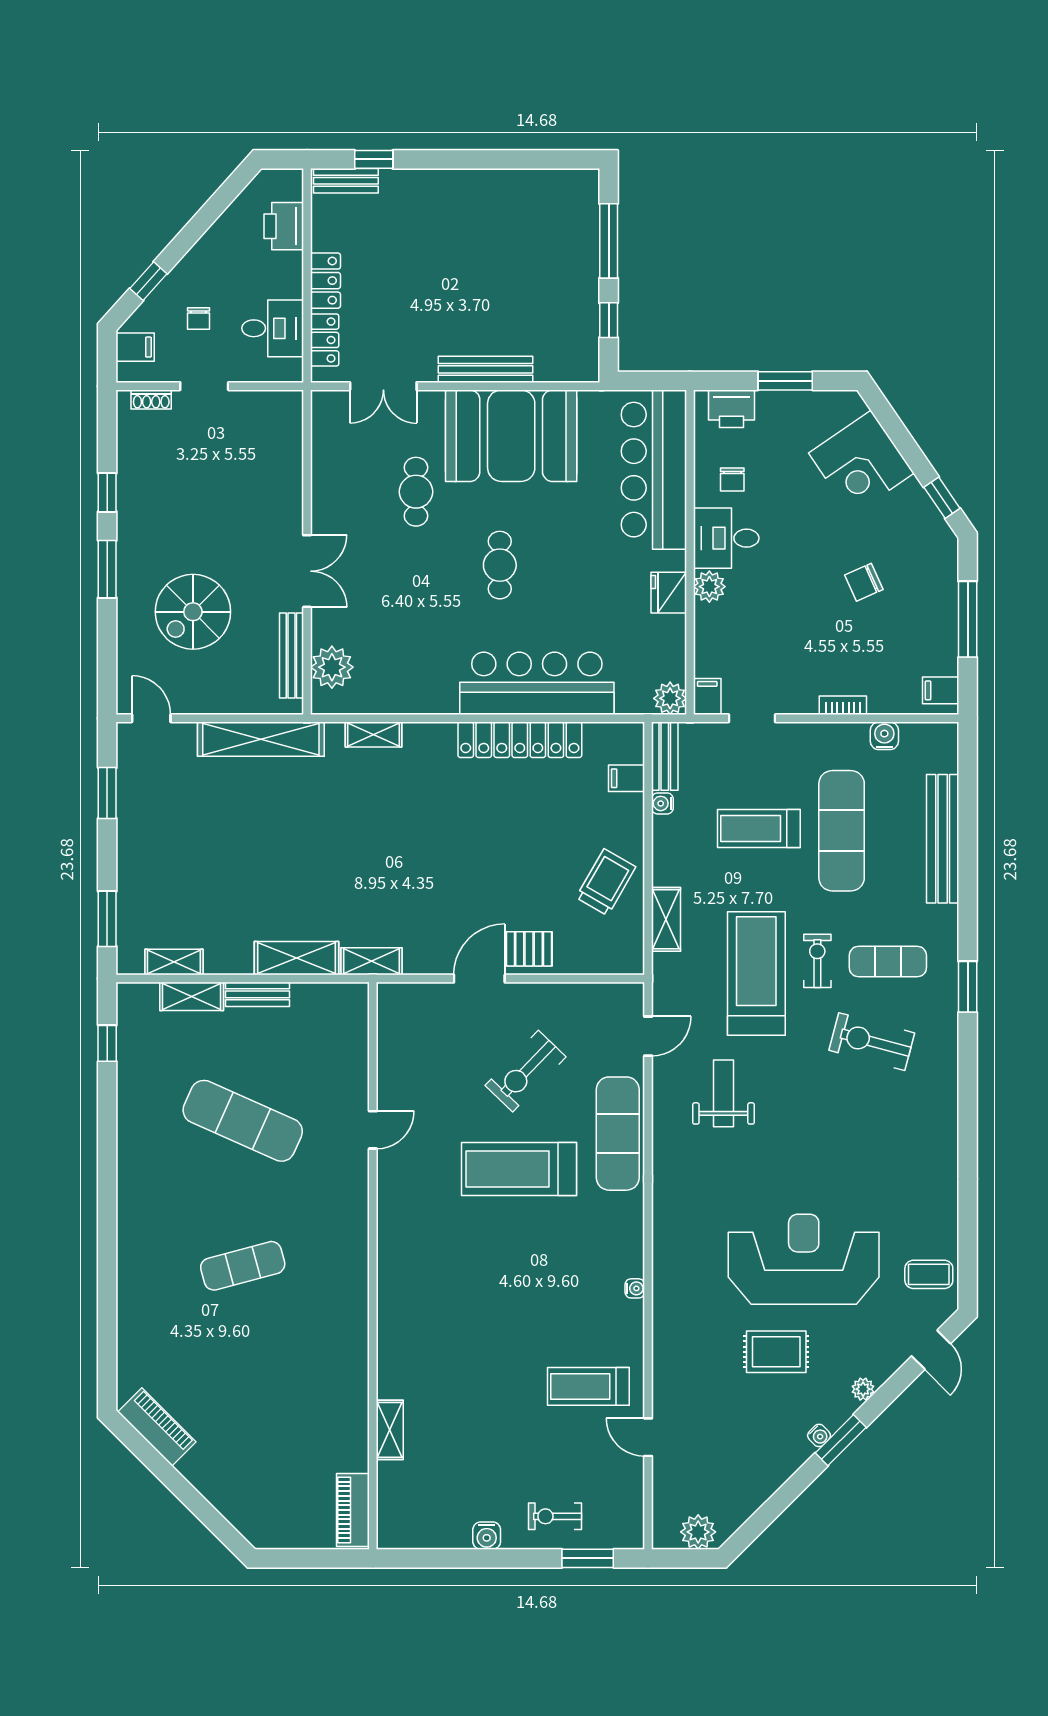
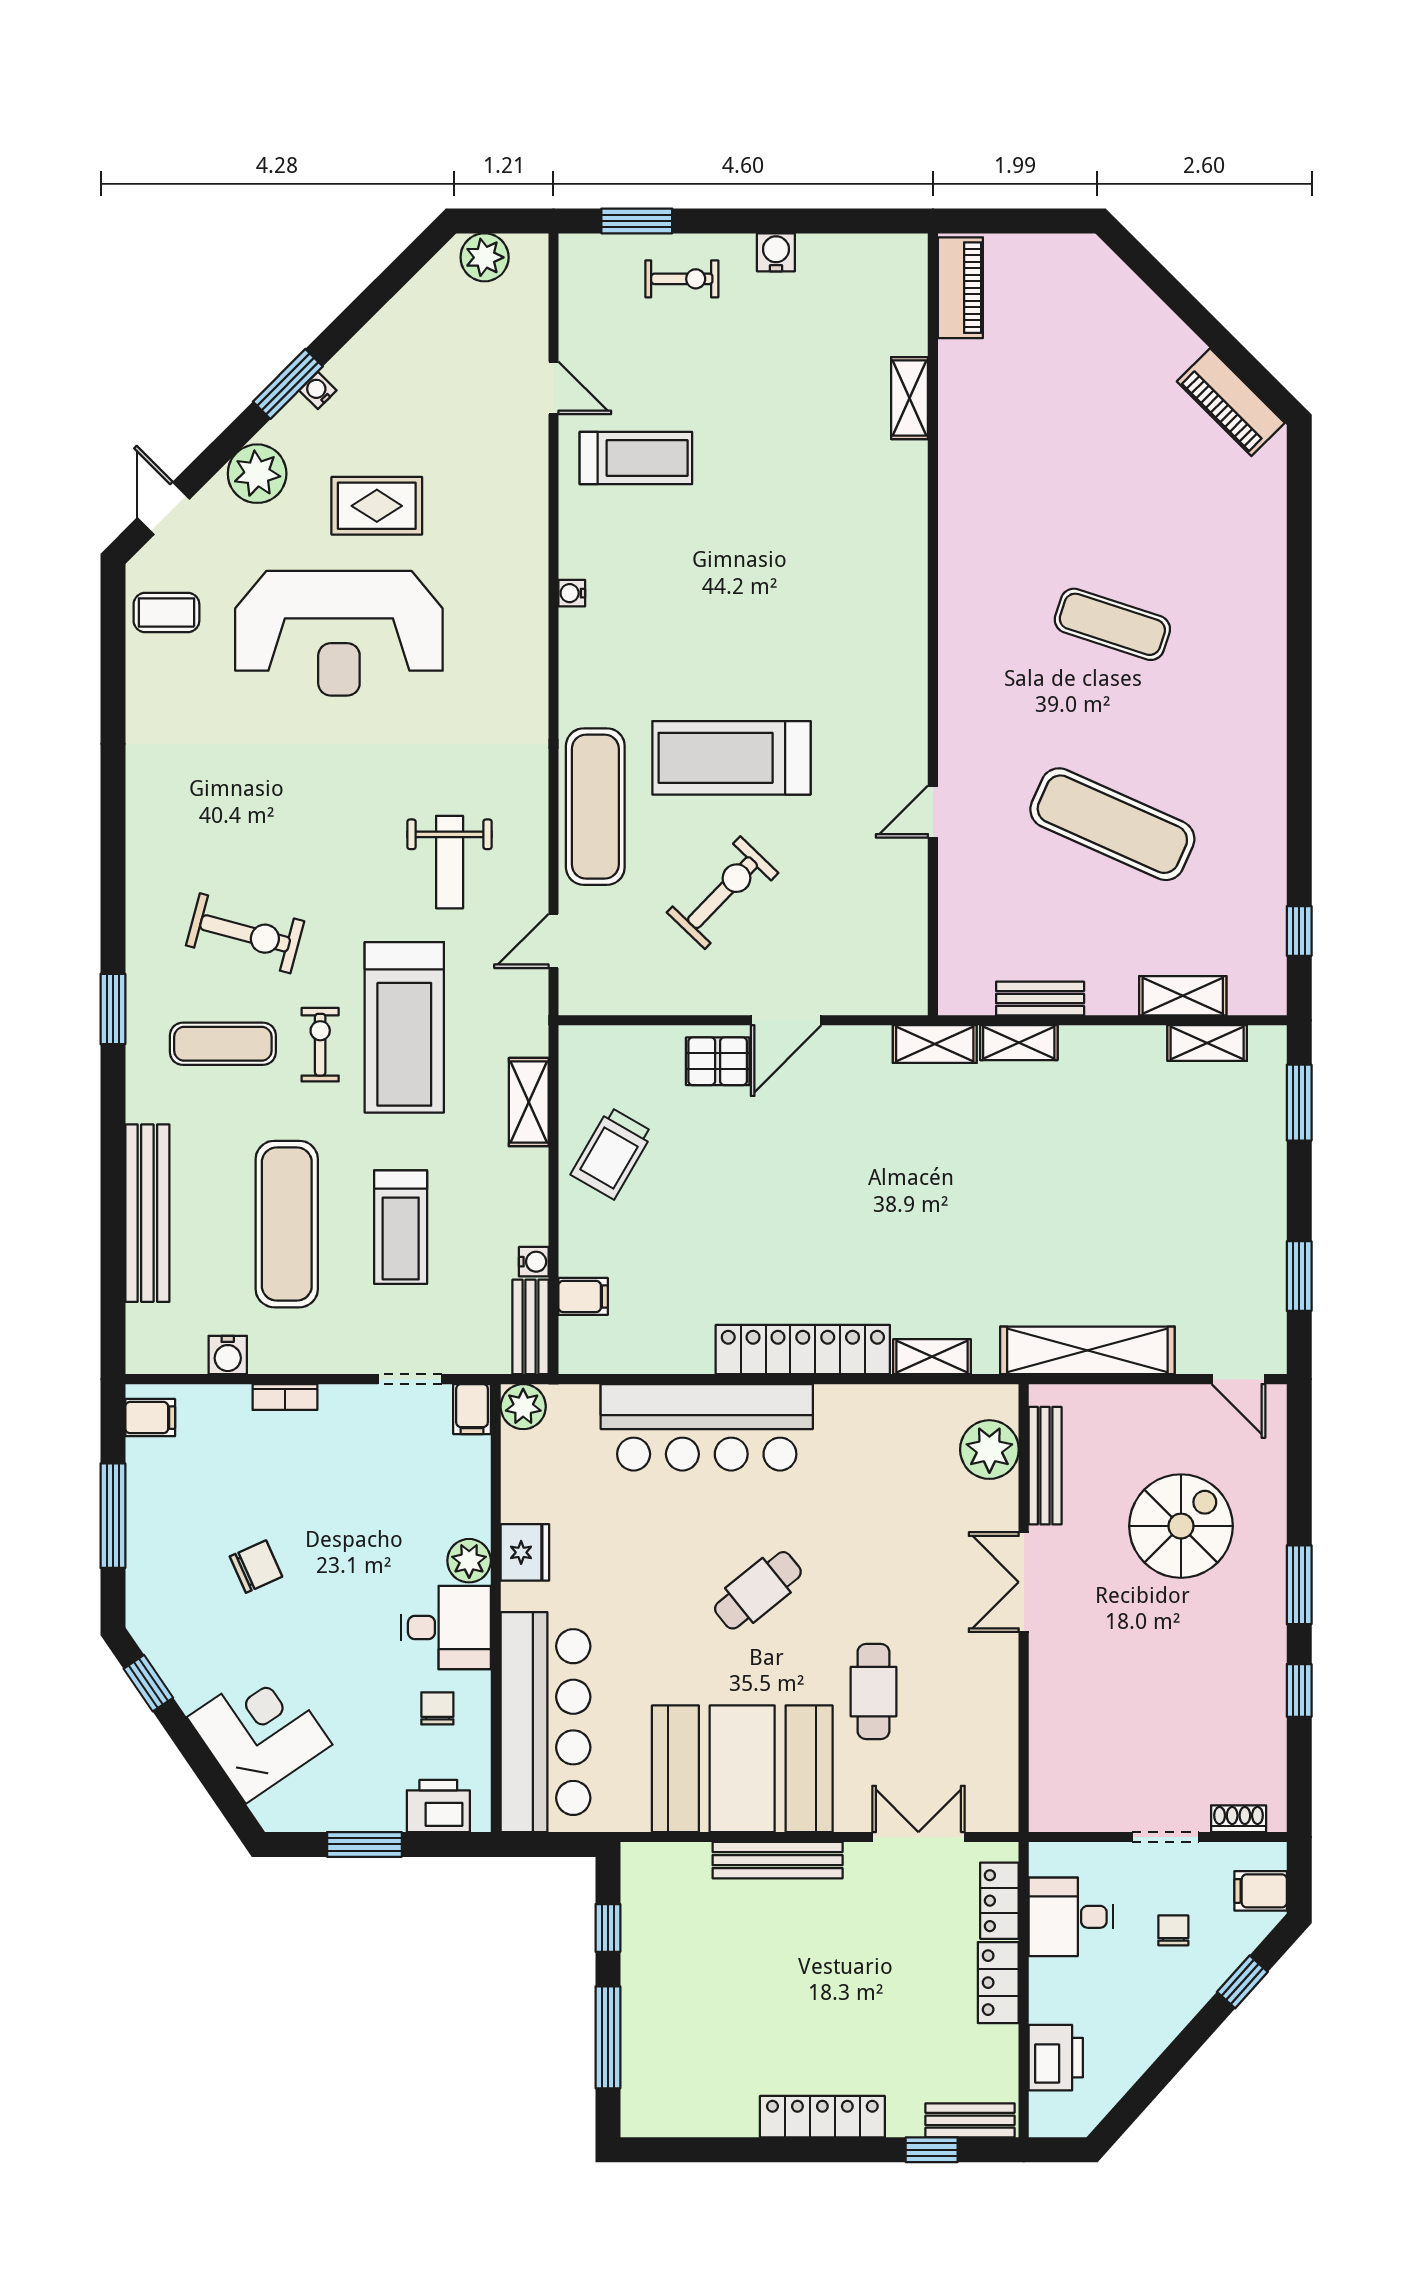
locker: (453, 183) -> (822, 2117), added
cafe table: (500, 565) -> (758, 1590), turned 51
locker: (520, 740) -> (803, 1350), moved
treadmill: (759, 829) -> (401, 1227), turned 90
shelving: (297, 958) -> (1019, 1043), width x0.67, depth x0.75
exercise bike: (817, 961) -> (320, 1045), turned 180
bench: (258, 994) -> (1040, 999), moved
treadmill: (519, 1169) -> (731, 758), turned 180
exercise mat: (243, 1266) -> (1112, 624), turned 33
plant: (863, 1389) -> (257, 474), width x1.88, depth x1.88

